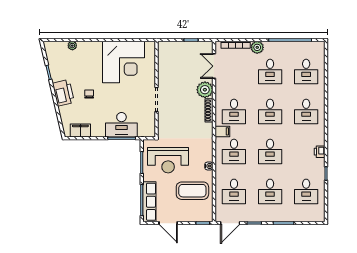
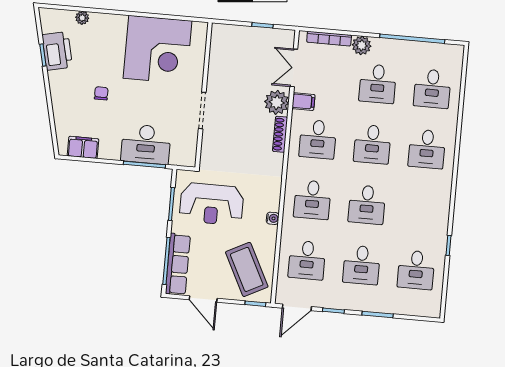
printer: (63, 93) -> (57, 51), moved
filing cabinet: (222, 131) -> (303, 102), moved
printer: (320, 152) -> (442, 212), removed
coffee table: (192, 191) -> (247, 269), moved, turned 63

